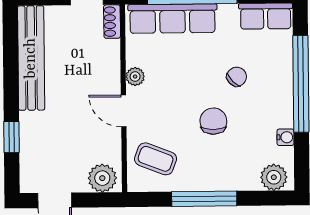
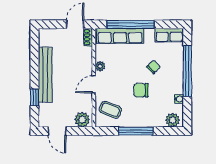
bench: (31, 58) -> (45, 75), moved
door: (124, 111) -> (94, 84), hinge flipped
chair: (213, 121) -> (141, 90), turned -90

